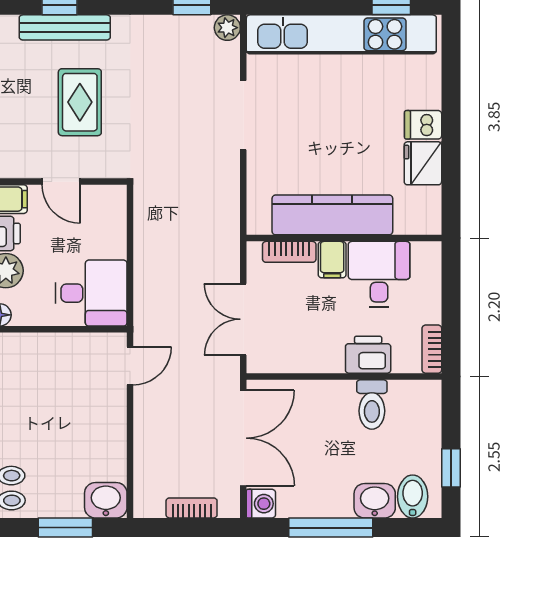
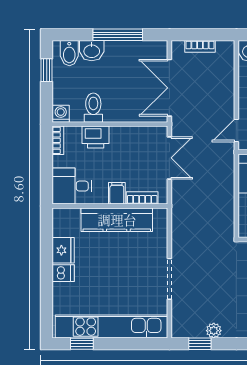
plant: (227, 28) -> (214, 331), moved
desk: (379, 274) -> (72, 186), moved, turned 90
washing machine: (261, 504) -> (61, 114), moved, turned 90

